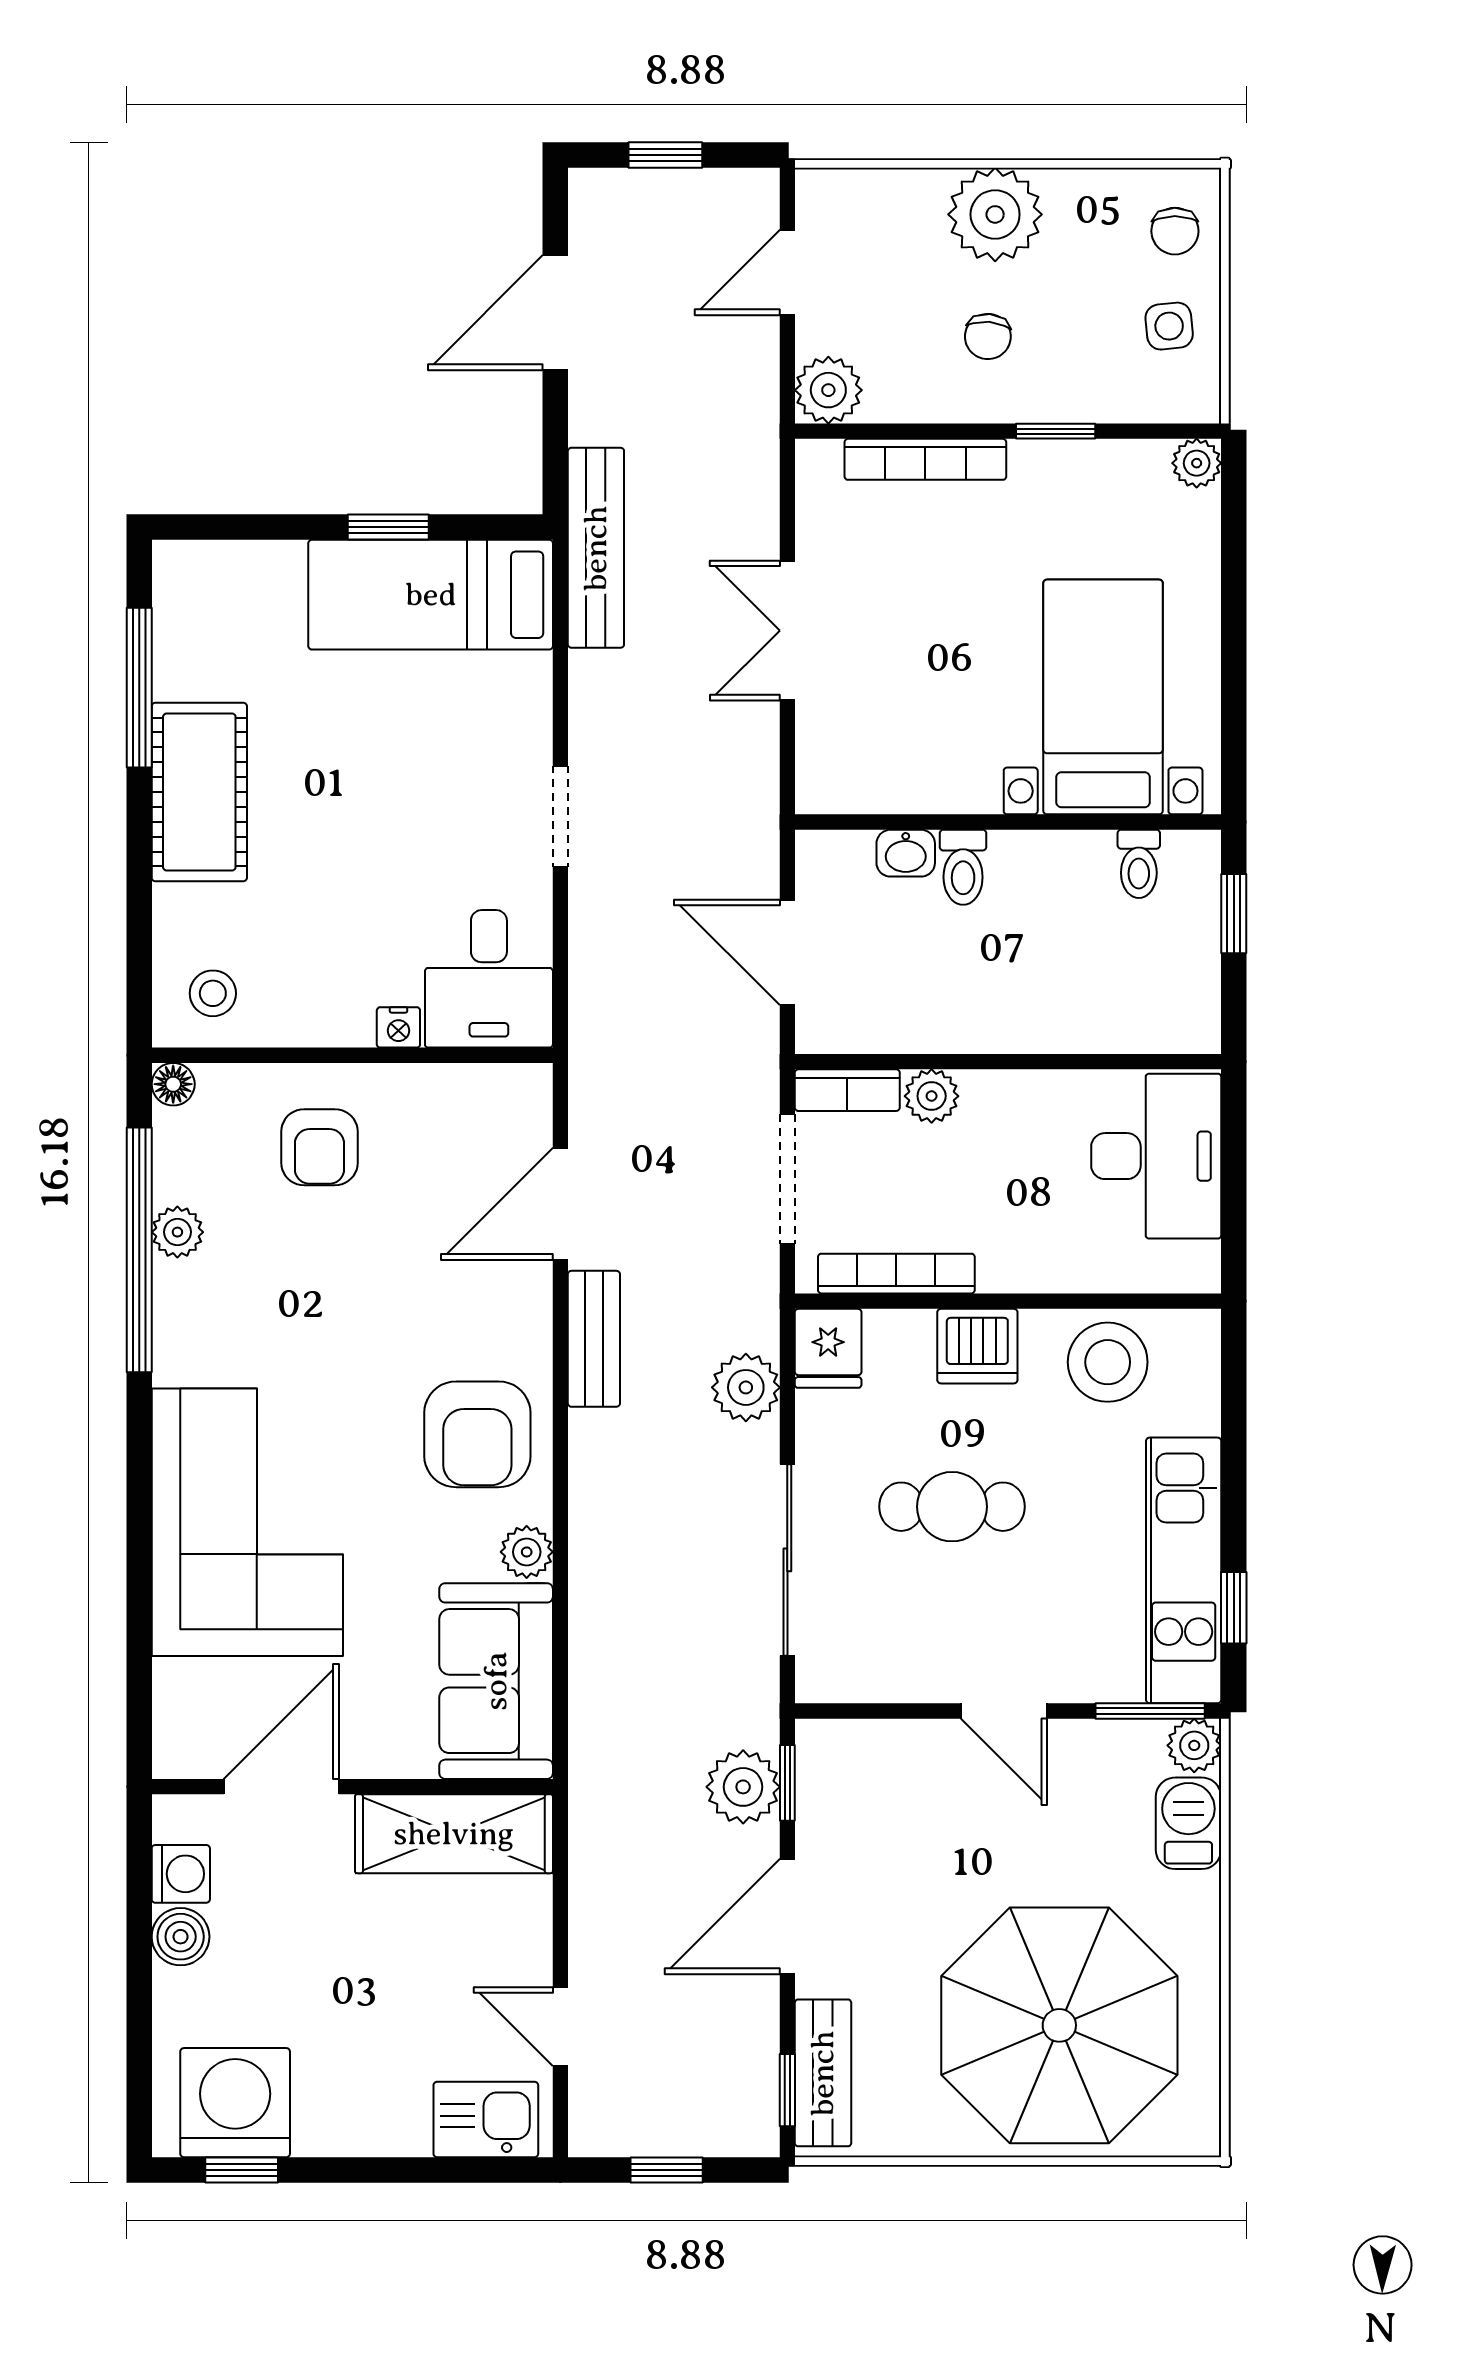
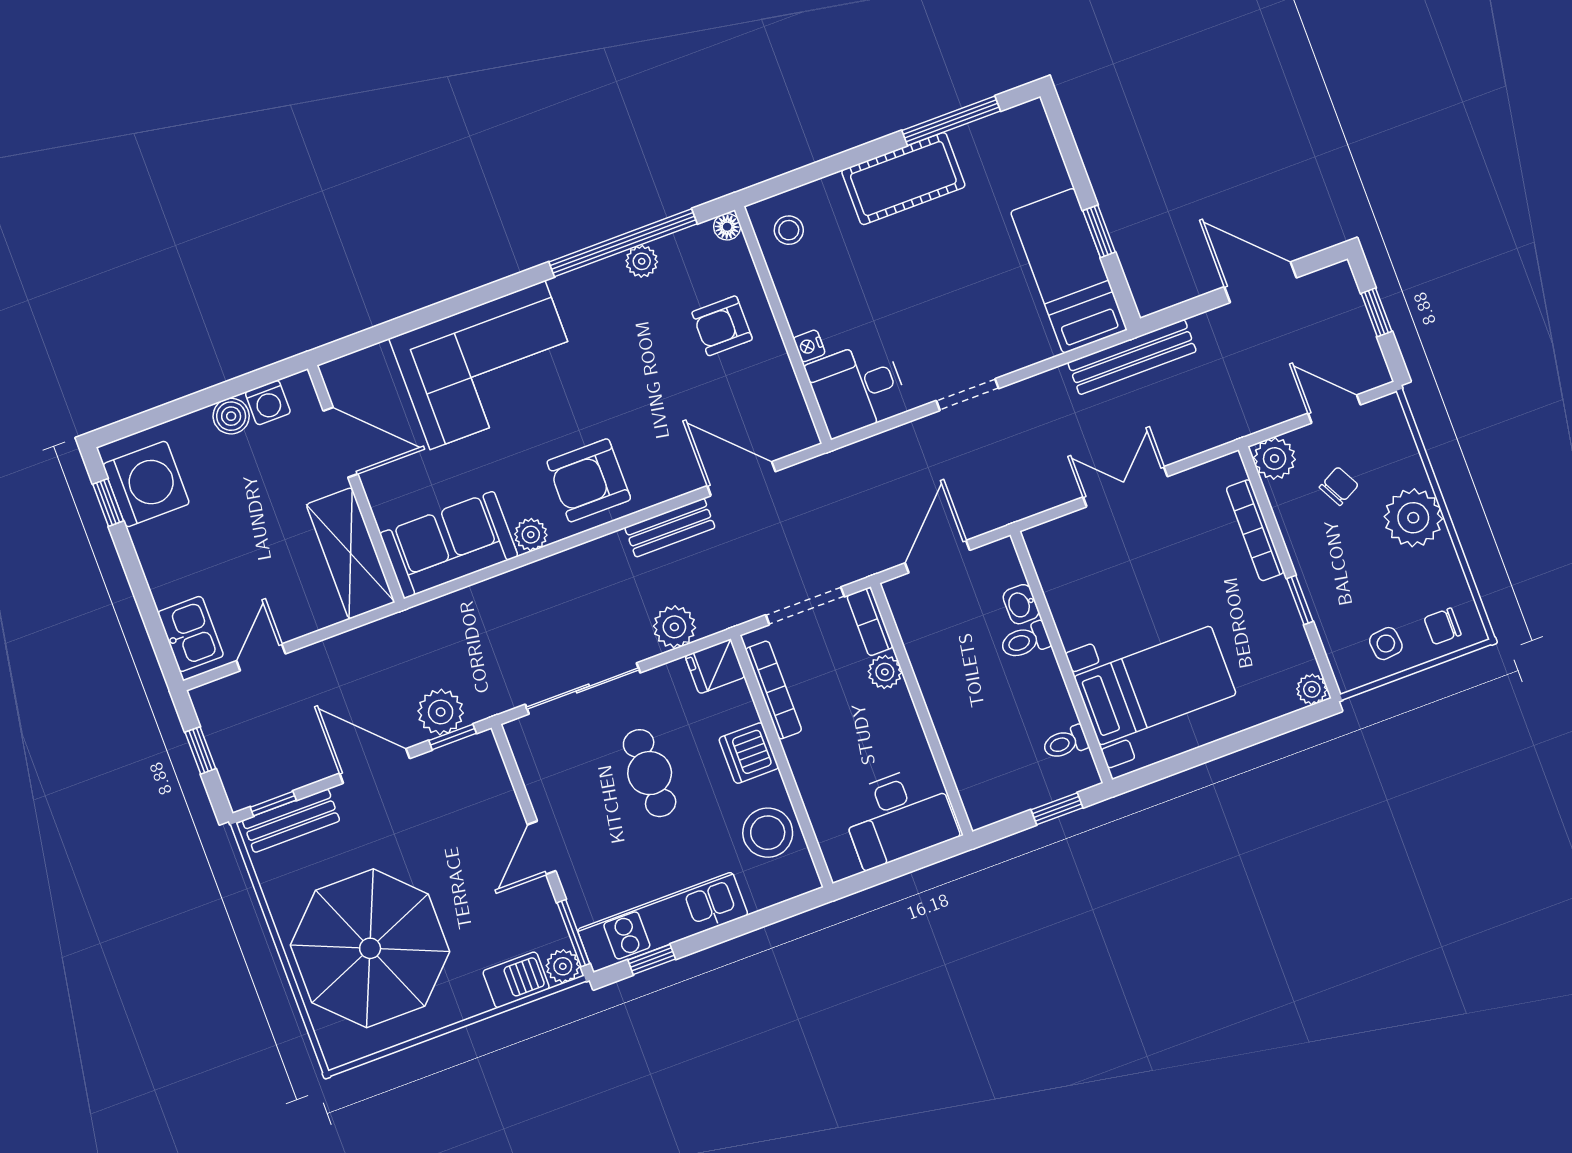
chair: (988, 337) -> (1339, 486), moved, turned 147

